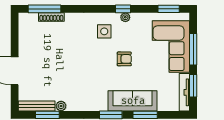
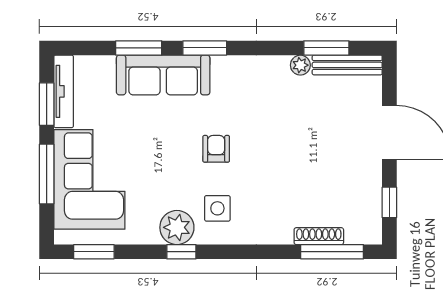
plant: (125, 17) -> (177, 227), width x1.88, depth x1.88
window: (15, 34) -> (389, 202), added
armchair: (124, 59) -> (216, 149), moved, turned 90

